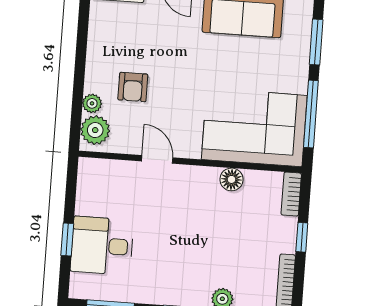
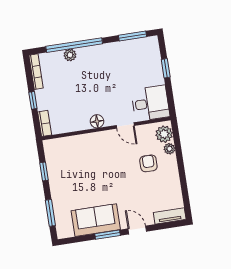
window: (311, 114) -> (44, 171), width x0.46
corner sofa: (254, 127) -> (74, 156), removed
floor lamp: (231, 179) -> (97, 121), moved
desk: (102, 246) -> (150, 103), moved

